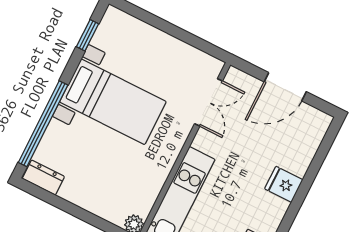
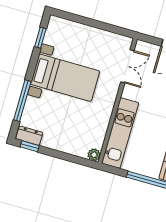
window: (43, 124) -> (22, 101), width x0.68
window: (41, 193) -> (30, 146), added

